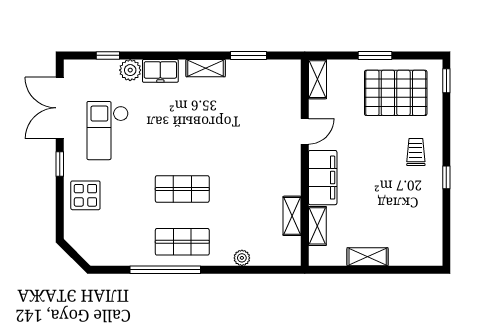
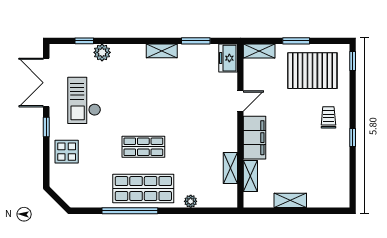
freezer: (160, 71) -> (228, 58), moved, turned 90
shelving: (317, 79) -> (259, 51), moved, turned 90
shop shelf: (182, 242) -> (143, 189), width x1.43, depth x1.36

